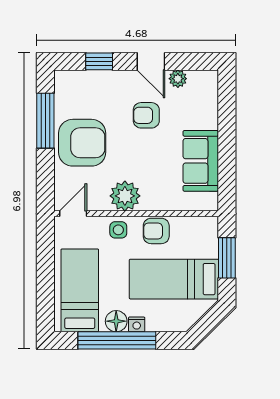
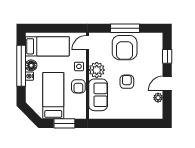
armchair: (146, 115) -> (127, 82), moved
window: (45, 121) -> (125, 28), moved
sofa: (201, 161) -> (98, 95), moved, turned 90
door: (73, 214) -> (87, 43), swing flipped
armchair: (156, 231) -> (78, 86), turned 180

